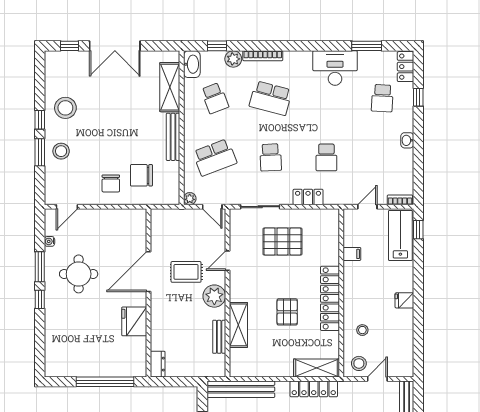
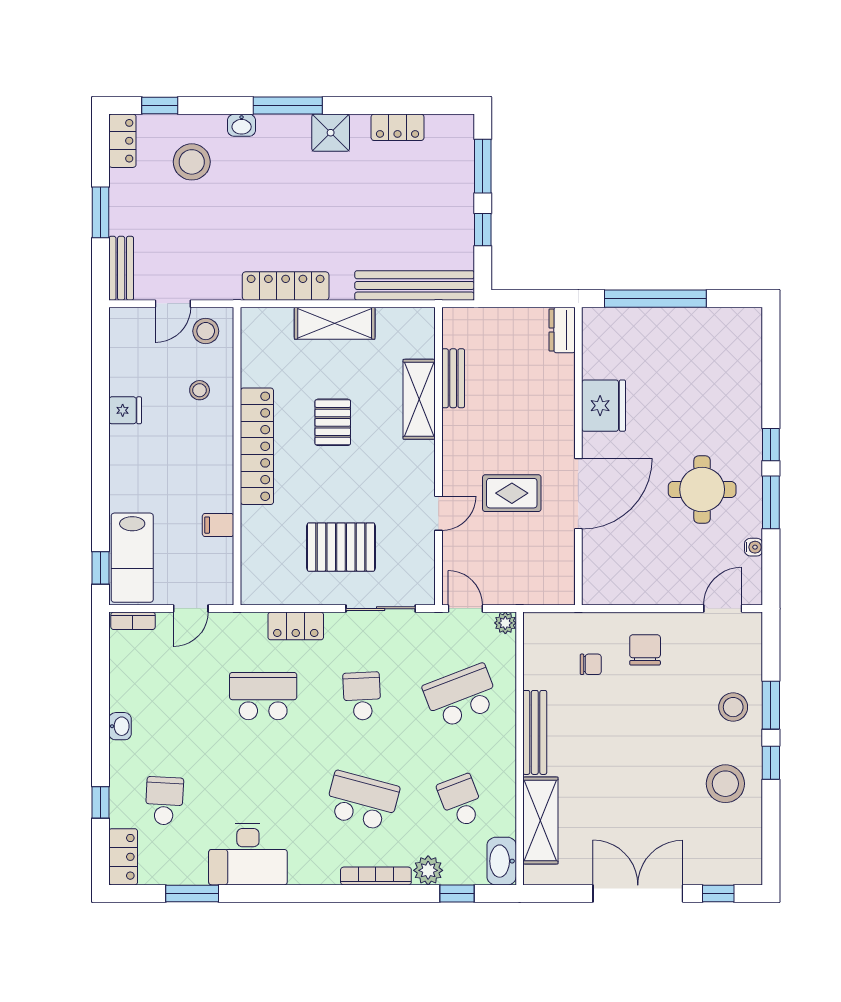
school desk: (326, 157) -> (263, 696), width x1.85
chair: (141, 175) -> (591, 664), width x0.54, depth x0.54
plant: (214, 296) -> (462, 450), removed
fridge: (404, 300) -> (125, 410), moved
shelving: (316, 368) -> (335, 323), moved

